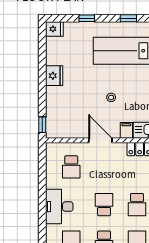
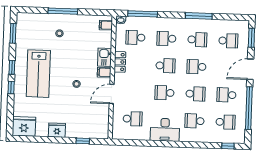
window: (87, 18) -> (11, 87), moved
fridge: (54, 29) -> (24, 126), width x1.88, depth x1.34
window: (42, 125) -> (83, 141), moved

